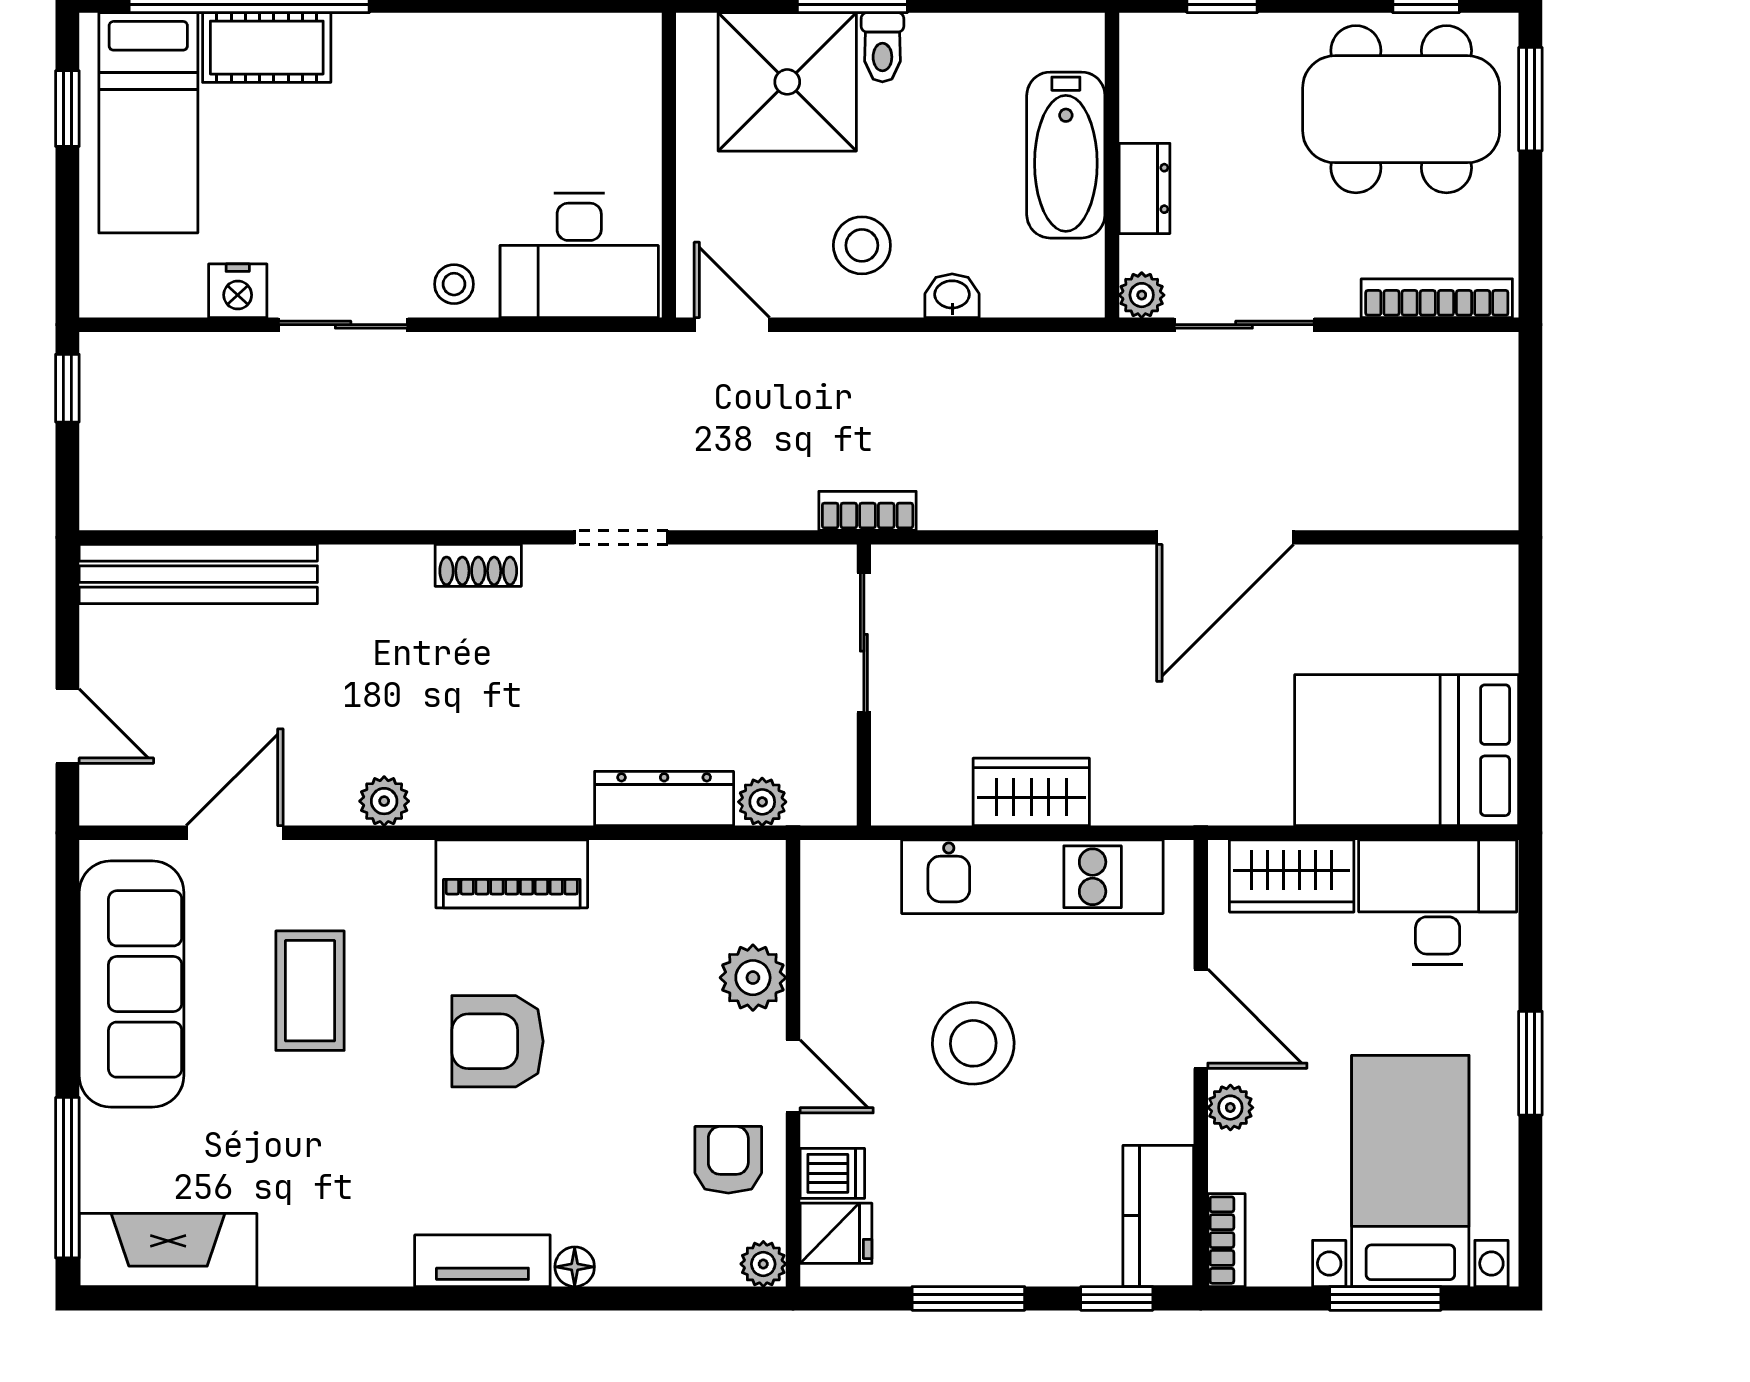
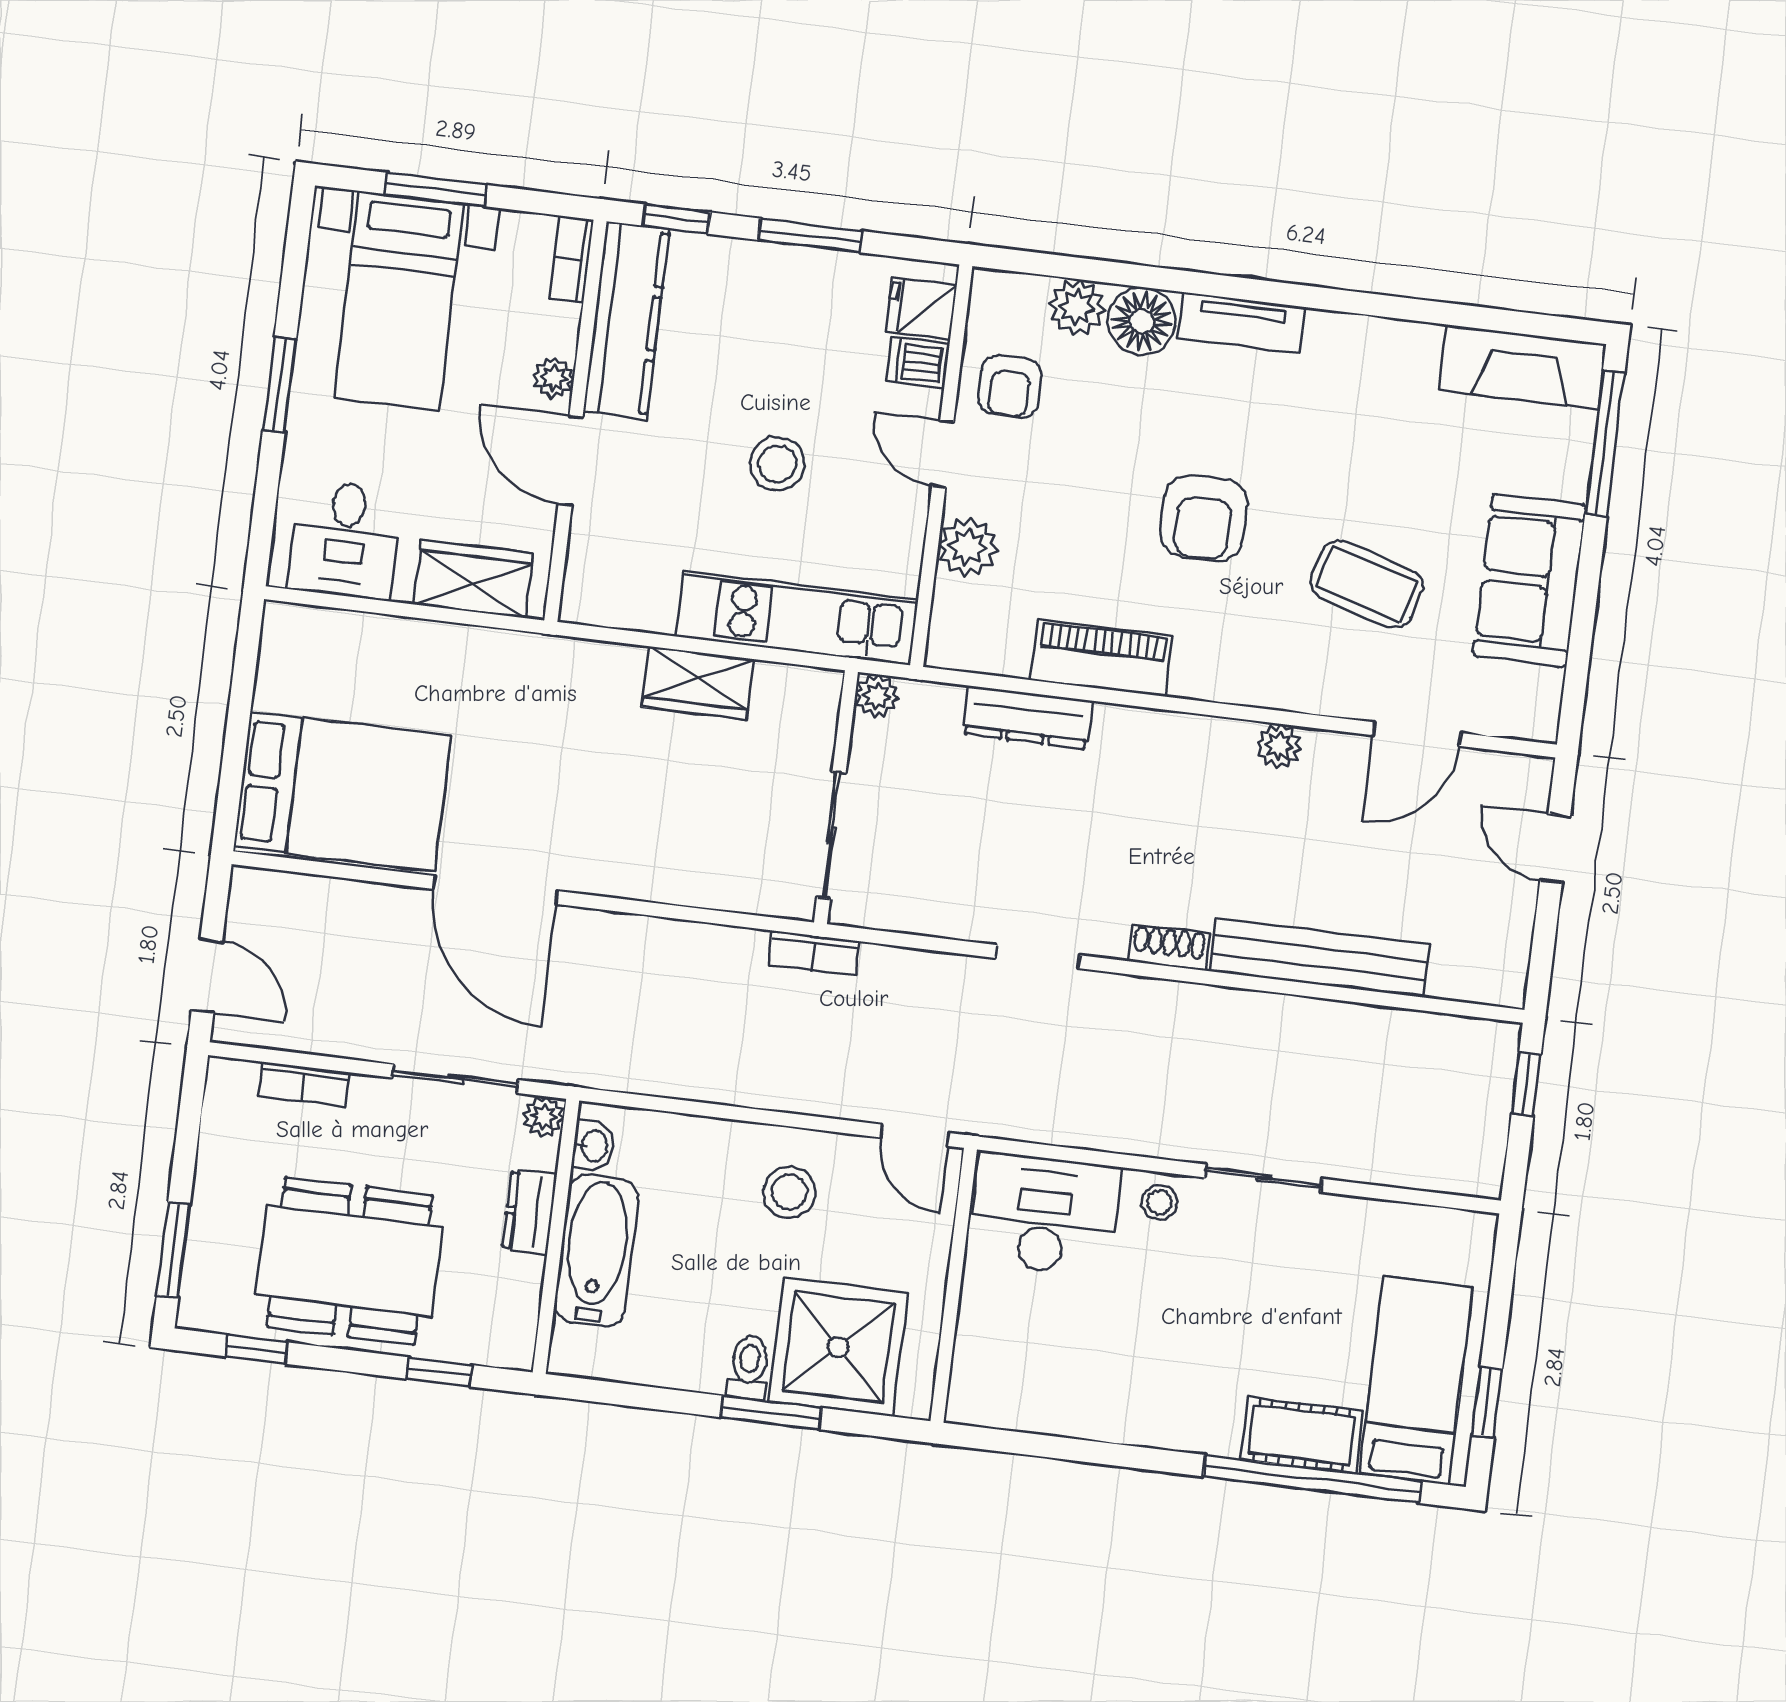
dining table: (1401, 109) -> (350, 1261), moved
nightstand: (238, 291) -> (1354, 1220), removed
washbasin: (952, 296) -> (593, 1146), moved, turned -90
bookcase: (1437, 298) -> (304, 1084), width x0.64
window: (67, 388) -> (1526, 1084), moved
door: (1530, 404) -> (207, 976), added
door: (1225, 537) -> (495, 890), swing flipped
bench: (198, 574) -> (1320, 958), moved
bed: (1407, 750) -> (342, 791), moved
plant: (762, 802) -> (877, 696), moved
piano: (512, 874) -> (1102, 658), moved
kitchen unit: (1032, 877) -> (797, 618), moved
desk: (1438, 902) -> (345, 539), width x0.73
sofa: (132, 984) -> (1530, 581), width x0.73
coffee table: (310, 991) -> (1367, 584), turned -74
armchair: (498, 1041) -> (1204, 518), turned 90
stool: (973, 1043) -> (777, 464), width x0.73, depth x0.73
kitchen counter: (1158, 1216) -> (626, 320), width x1.50
plant: (763, 1264) -> (1077, 307), moved, width x1.38, depth x1.38
floor lamp: (575, 1267) -> (1142, 321), width x1.89, depth x1.89

